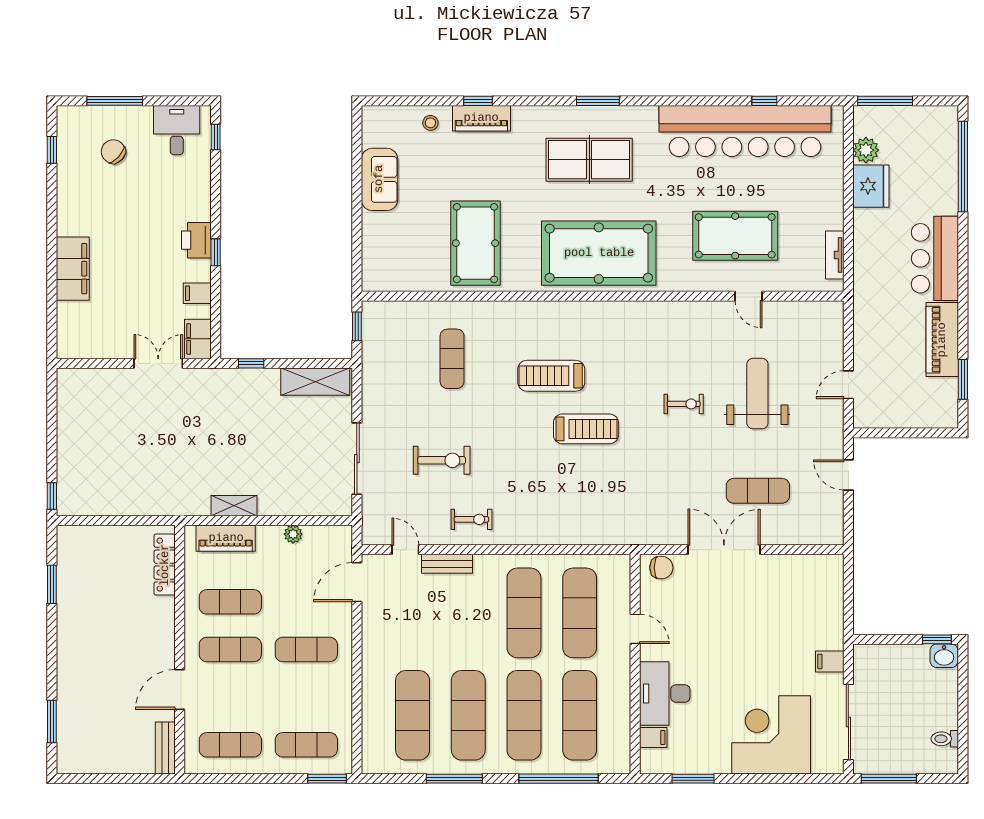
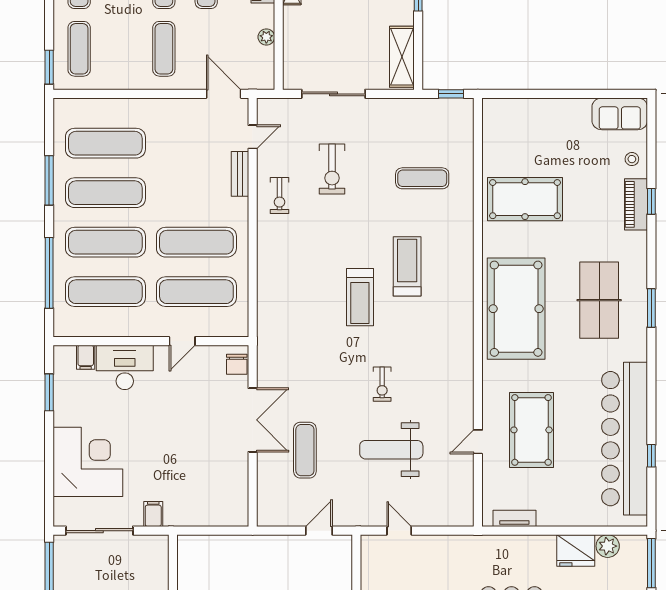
sofa: (379, 179) -> (620, 114), moved
weight bench: (757, 394) -> (391, 450), turned 180

